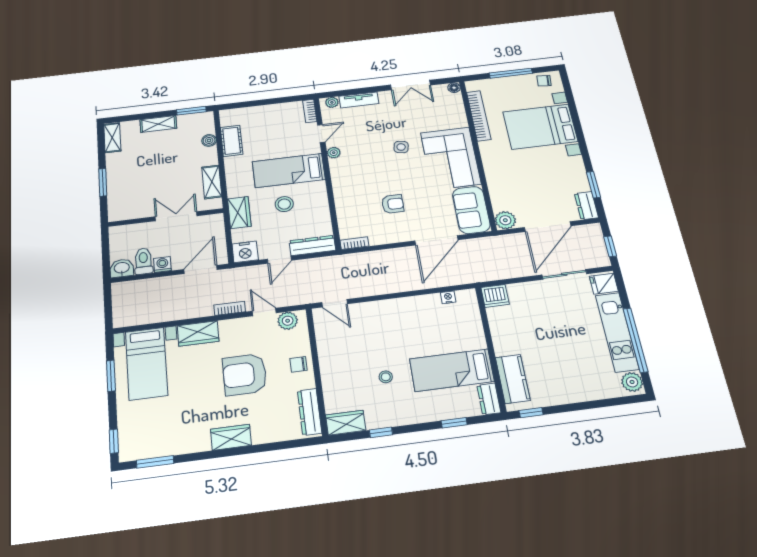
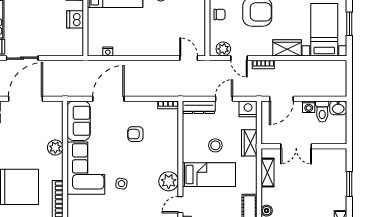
plant: (334, 153) -> (169, 181), width x1.88, depth x1.88
plant: (505, 220) -> (55, 147), moved
dishwasher: (495, 296) -> (75, 19), moved, turned -90

